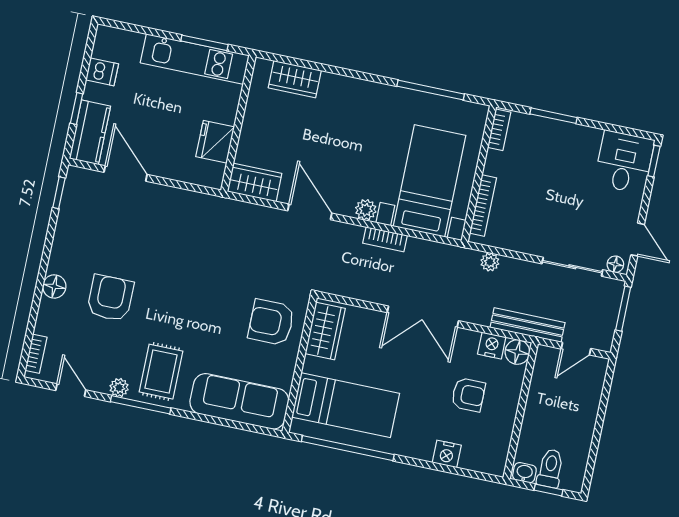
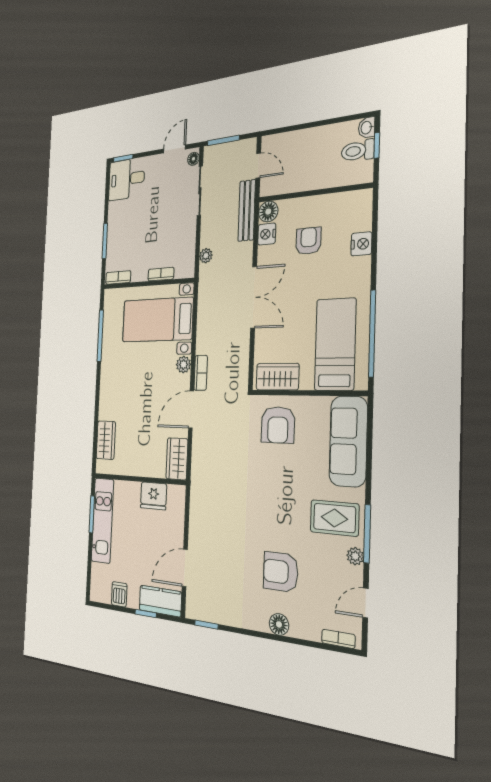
bookcase: (483, 206) -> (161, 274), width x0.64
bookcase: (385, 239) -> (201, 373), moved
washbasin: (524, 473) -> (367, 128), moved

